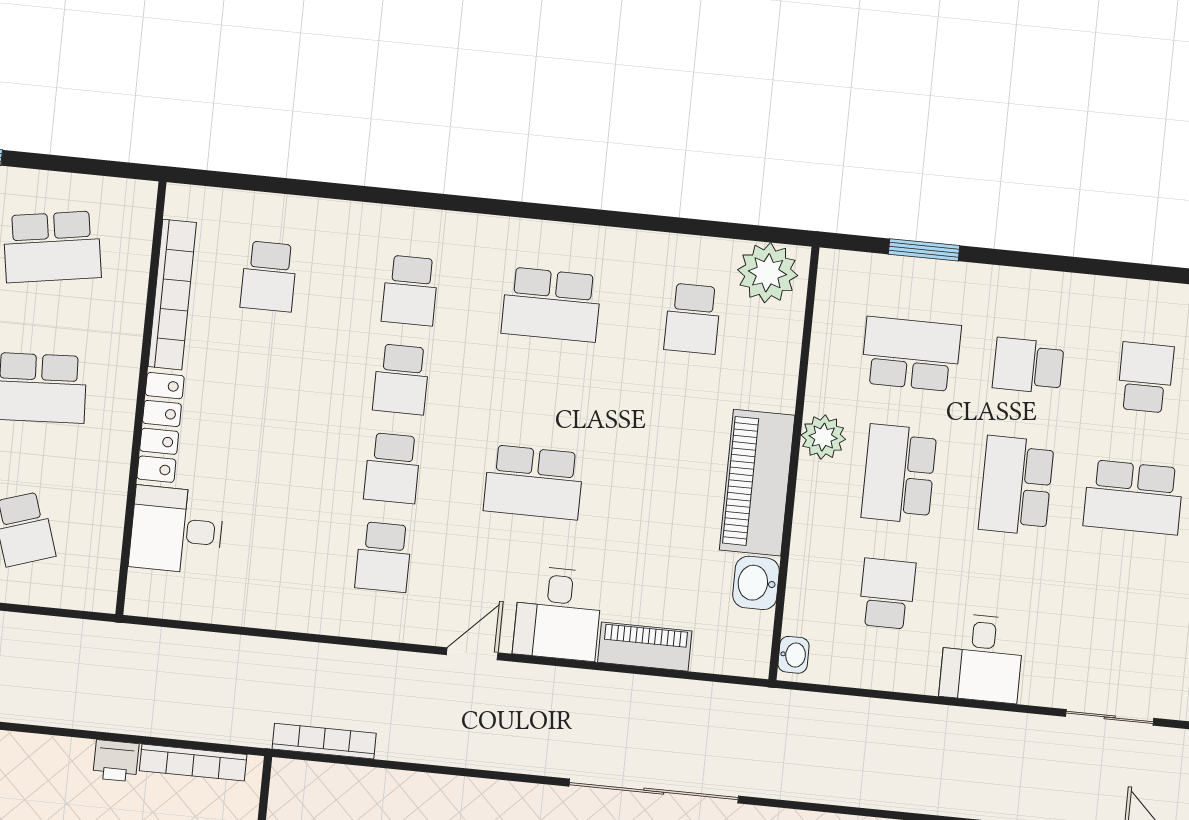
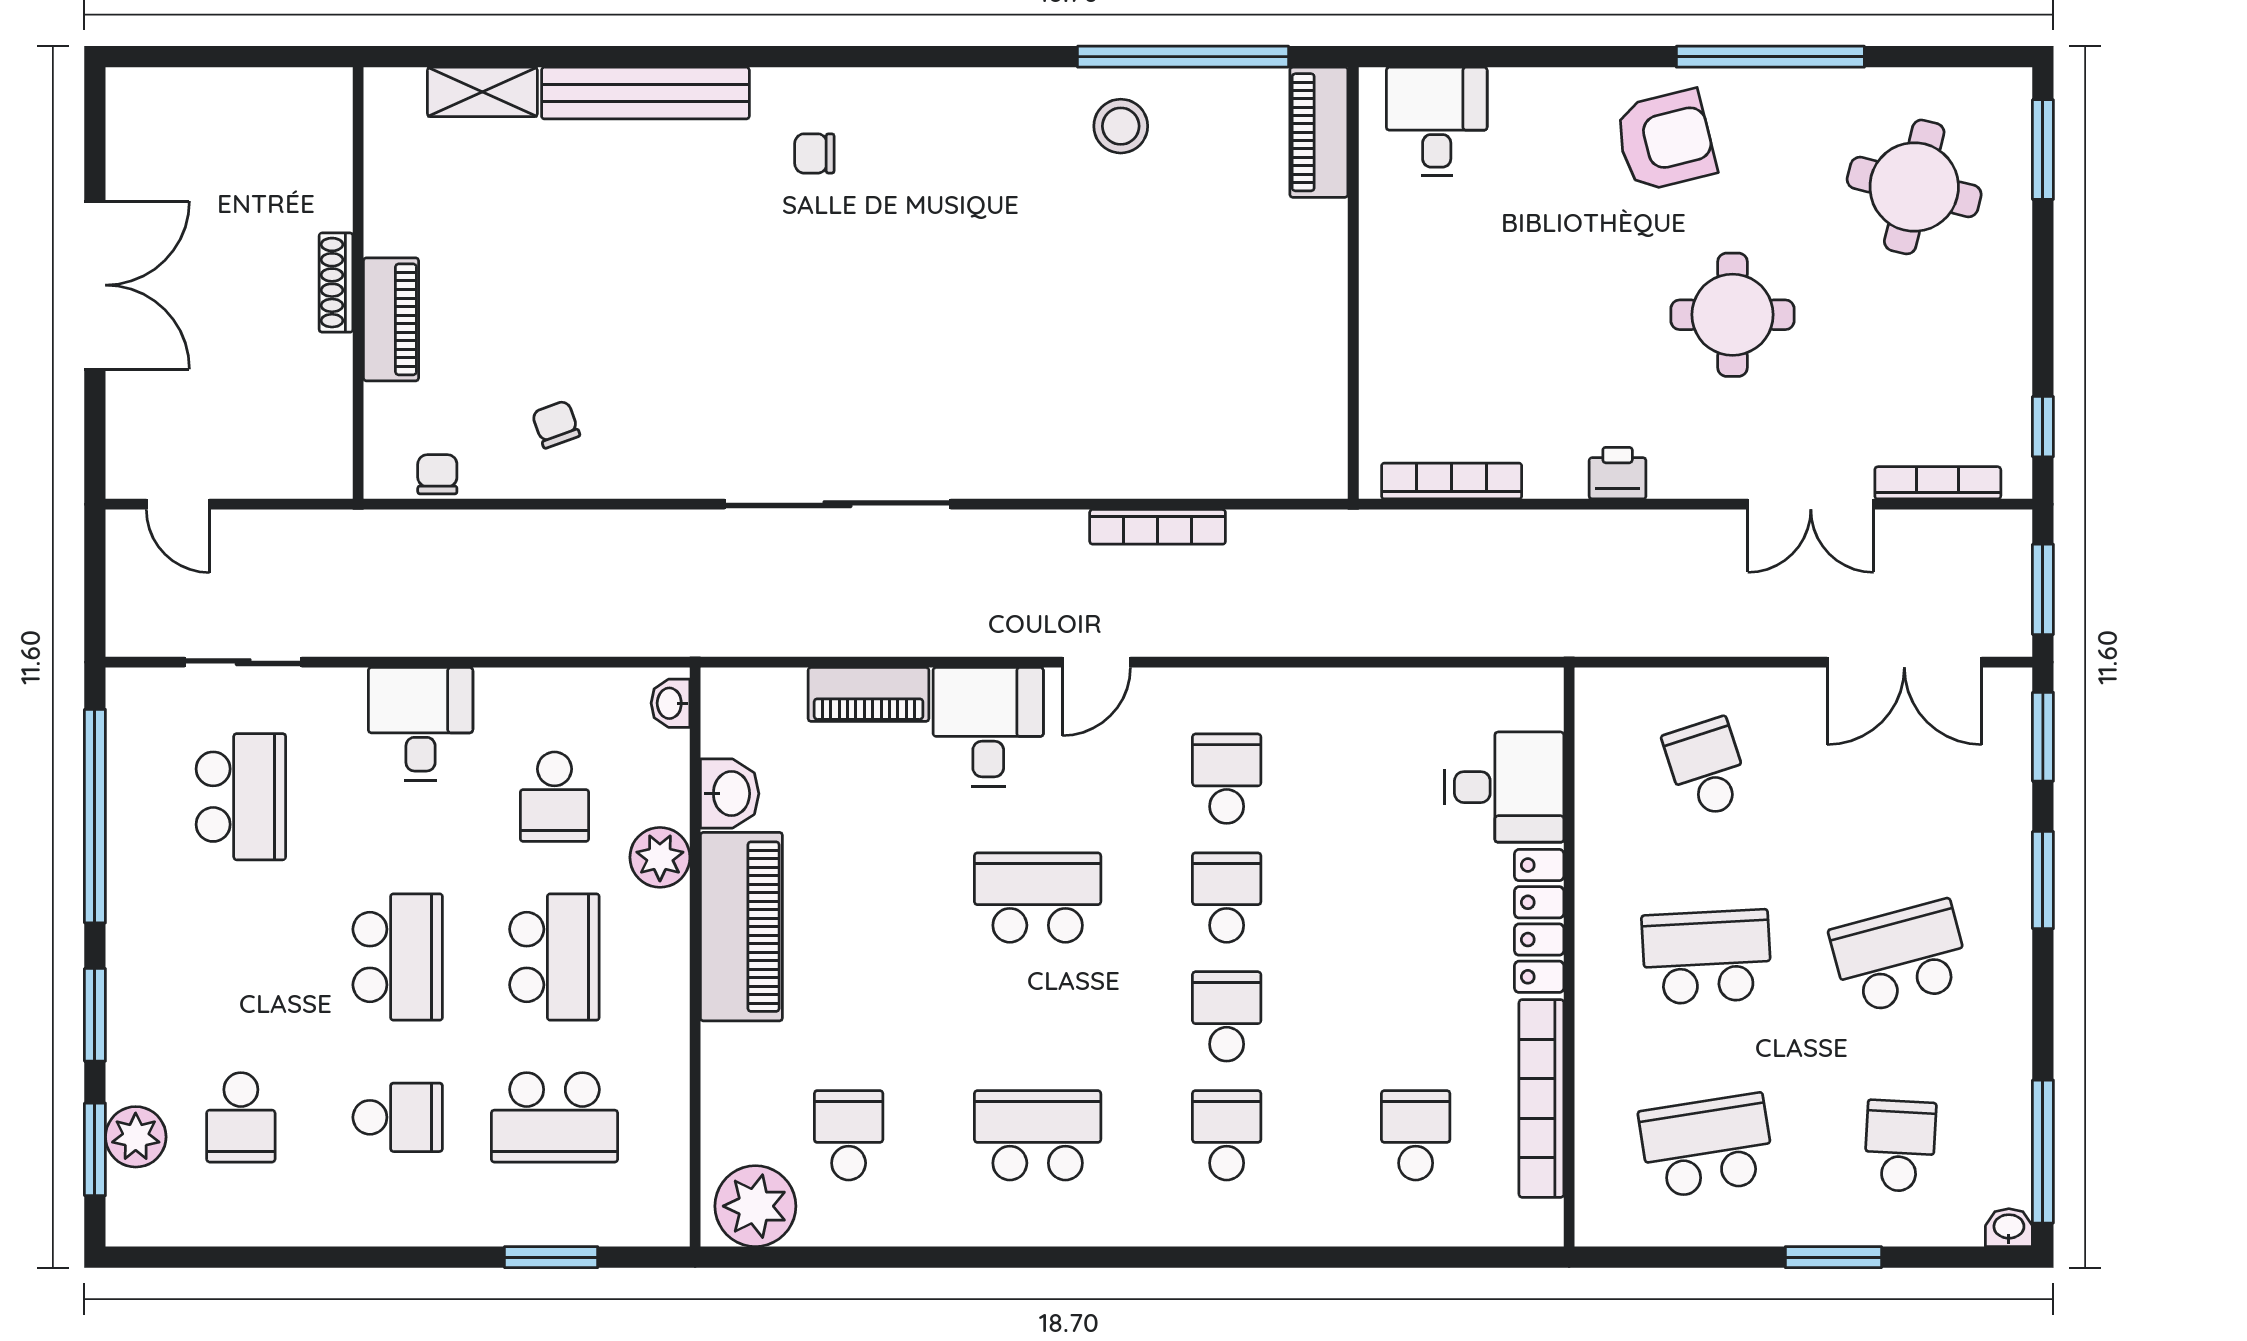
plant: (823, 437) -> (660, 857), moved
school desk: (1133, 497) -> (241, 797), moved, turned 90
bookcase: (324, 741) -> (1158, 527), moved
printer: (116, 761) -> (1618, 473), moved

